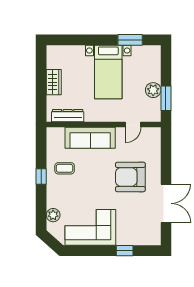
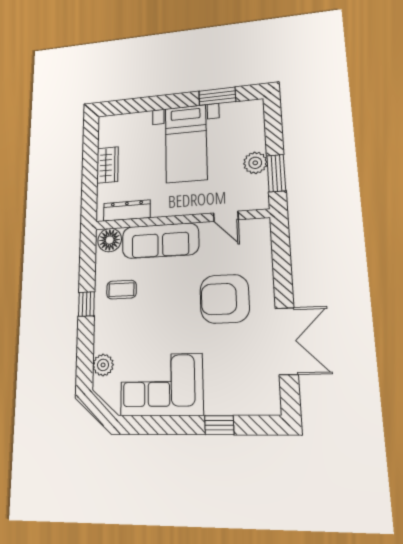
door: (133, 124) -> (226, 216), hinge flipped
floor lamp: (56, 135) -> (110, 240), added

